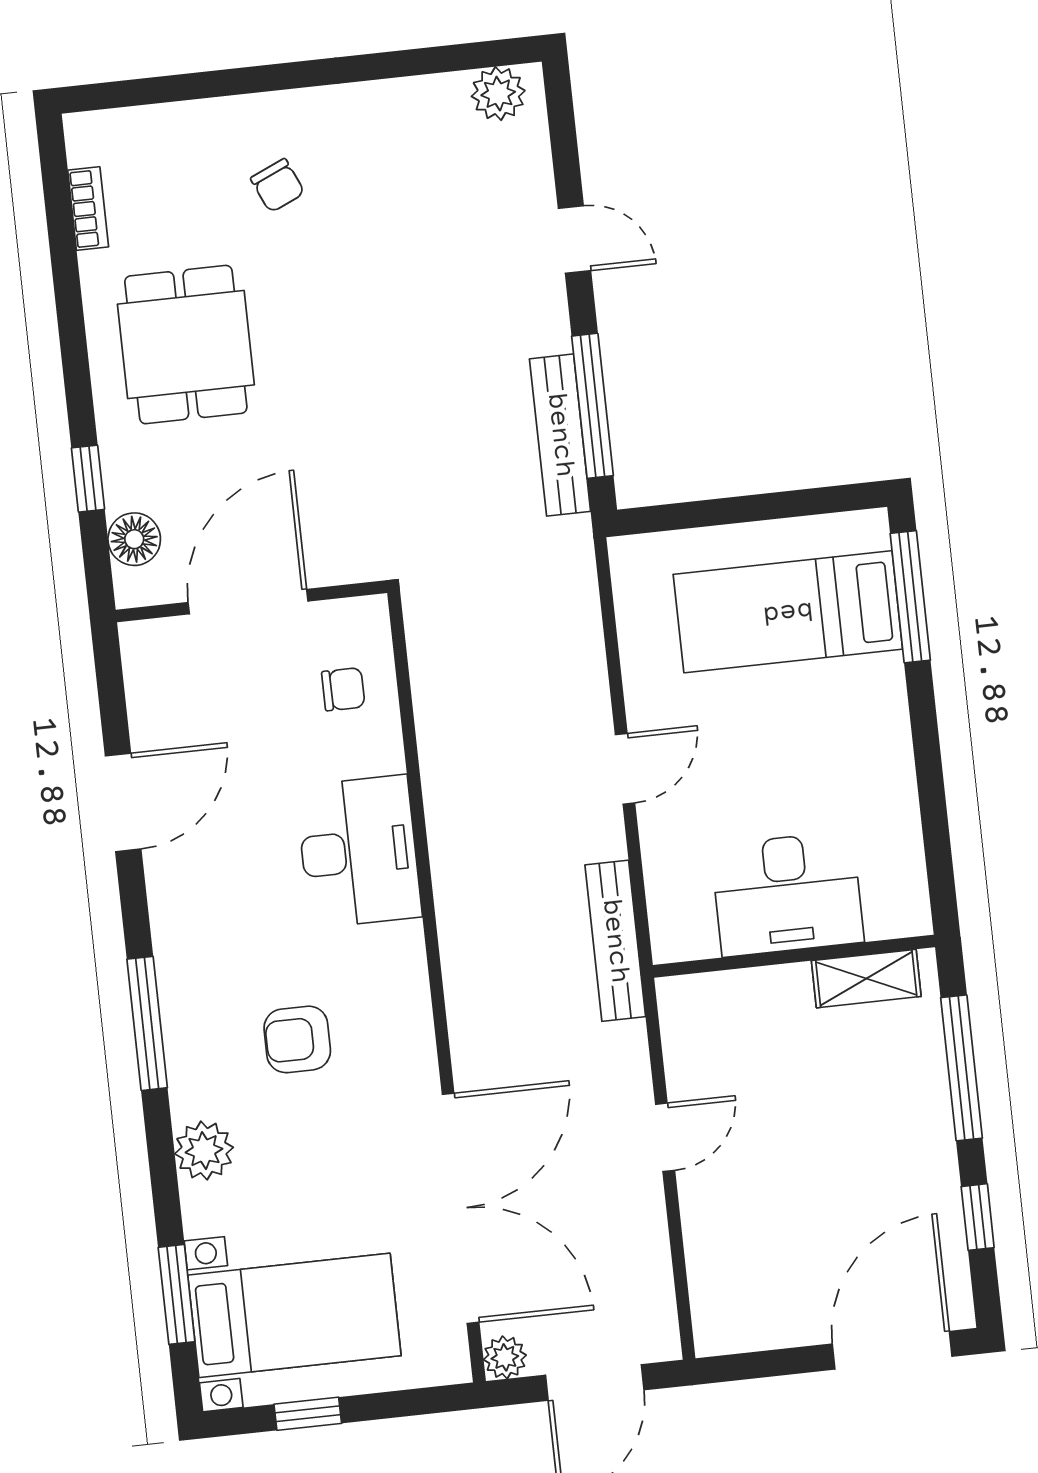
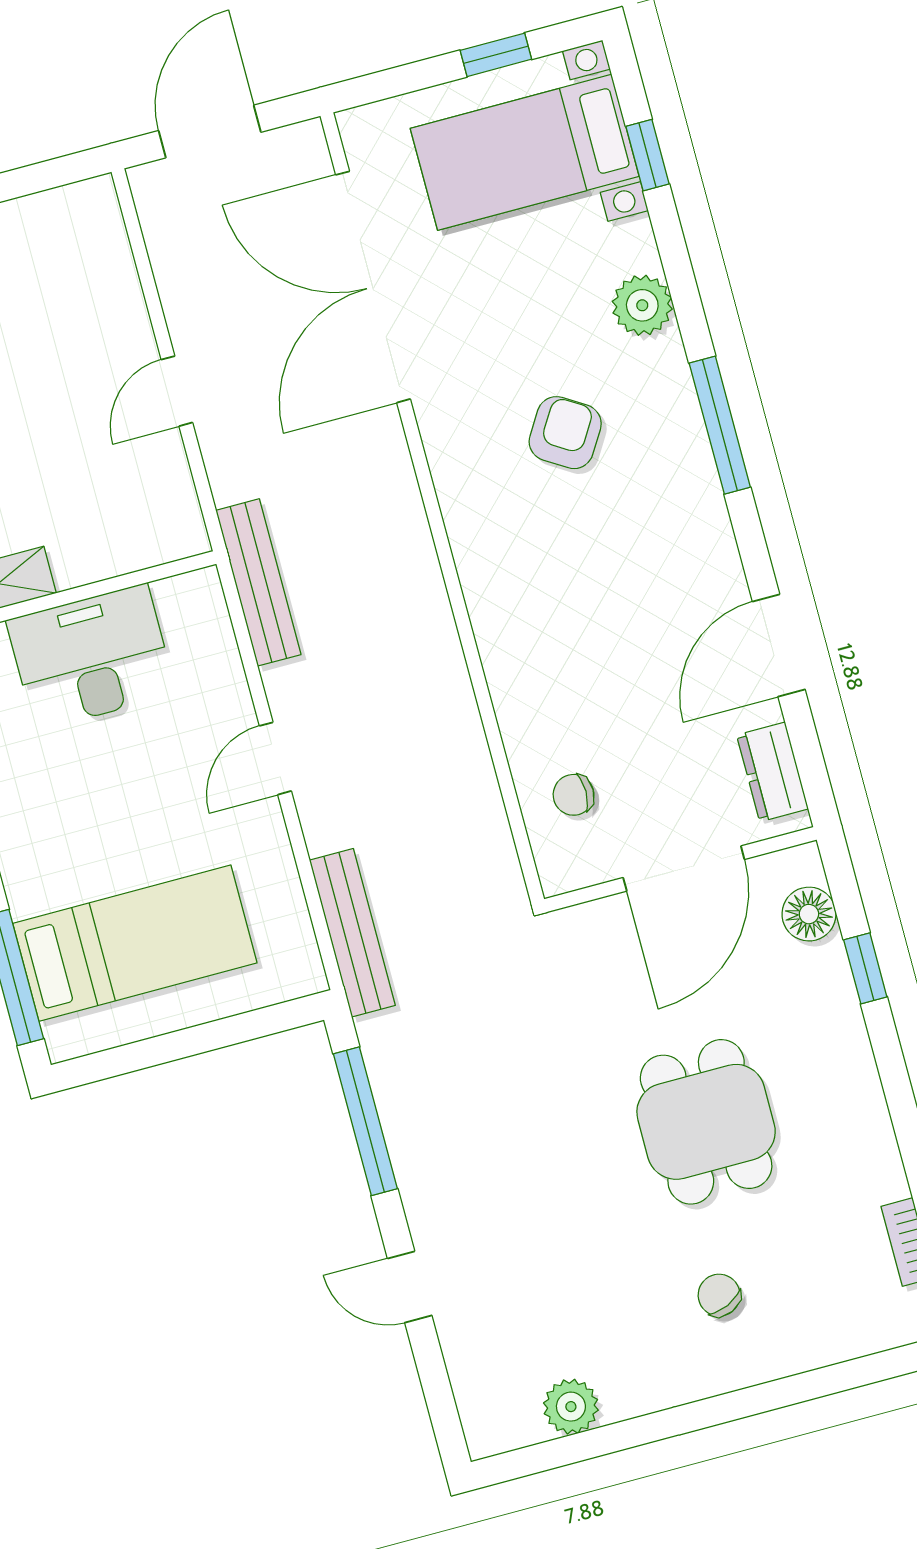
plant: (498, 94) -> (571, 1407), moved
dining table: (186, 345) -> (706, 1122), moved
bench: (560, 435) -> (352, 933), moved
dresser: (148, 682) -> (773, 772), added
desk: (359, 852) -> (532, 633), removed
armchair: (297, 1039) -> (565, 433), turned -58
window: (177, 1294) -> (647, 155), width x0.67
plant: (505, 1357) -> (305, 143), removed

